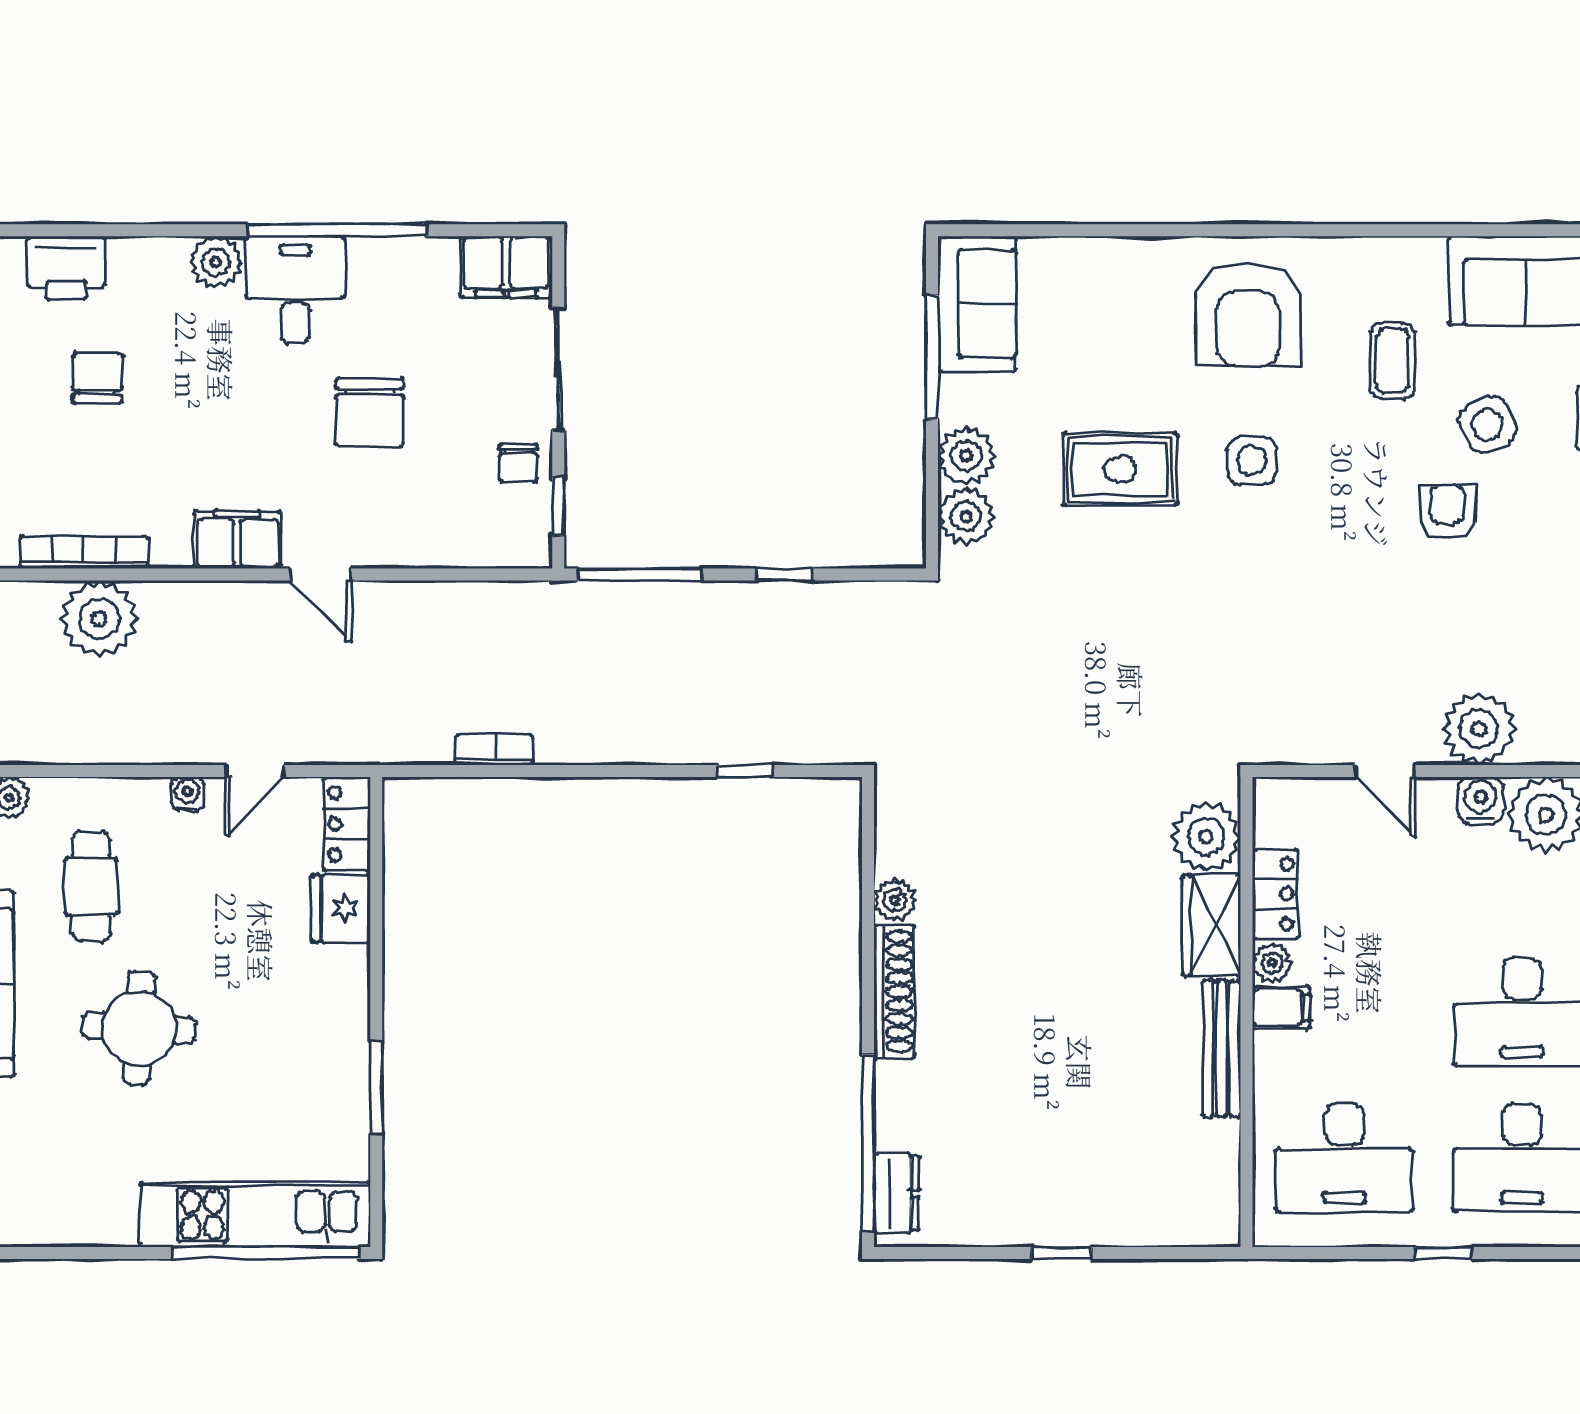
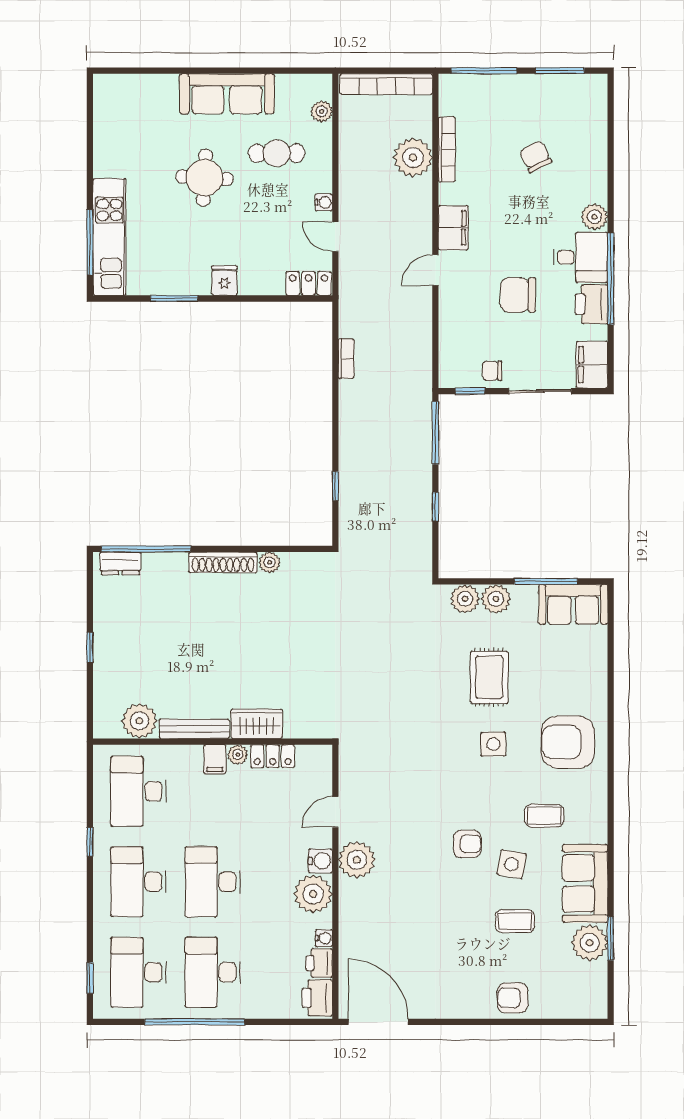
printer: (66, 268) -> (591, 304), moved
chair: (97, 378) -> (536, 157), turned -118
side table: (1487, 425) -> (512, 864), turned 36
plant: (1206, 837) -> (139, 721), moved
fridge: (341, 908) -> (224, 281), moved, width x0.72
window: (266, 1253) -> (90, 242), width x0.68

